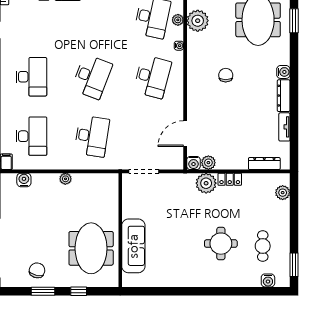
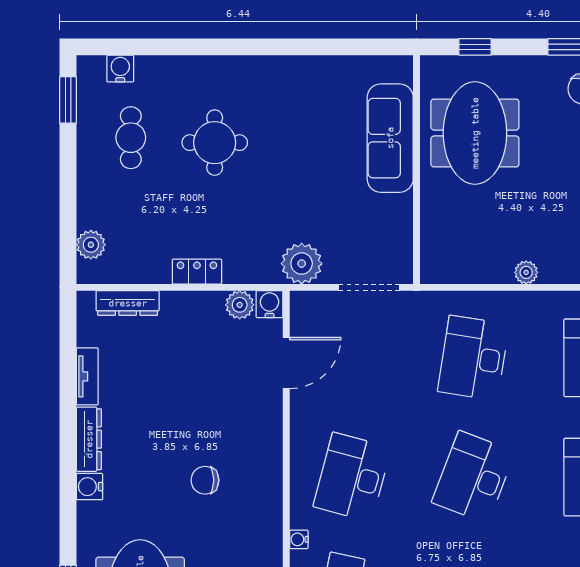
chair: (226, 75) -> (205, 480), turned 90
plant: (206, 183) -> (302, 264), moved
window: (79, 291) -> (475, 47), moved

